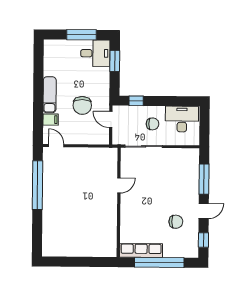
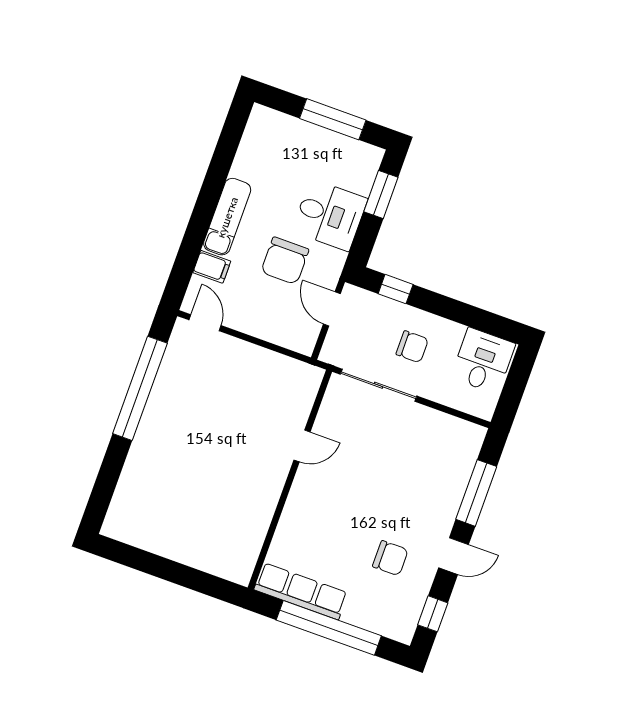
desk: (95, 53) -> (330, 215), moved
desk: (182, 119) -> (483, 361), width x0.73

